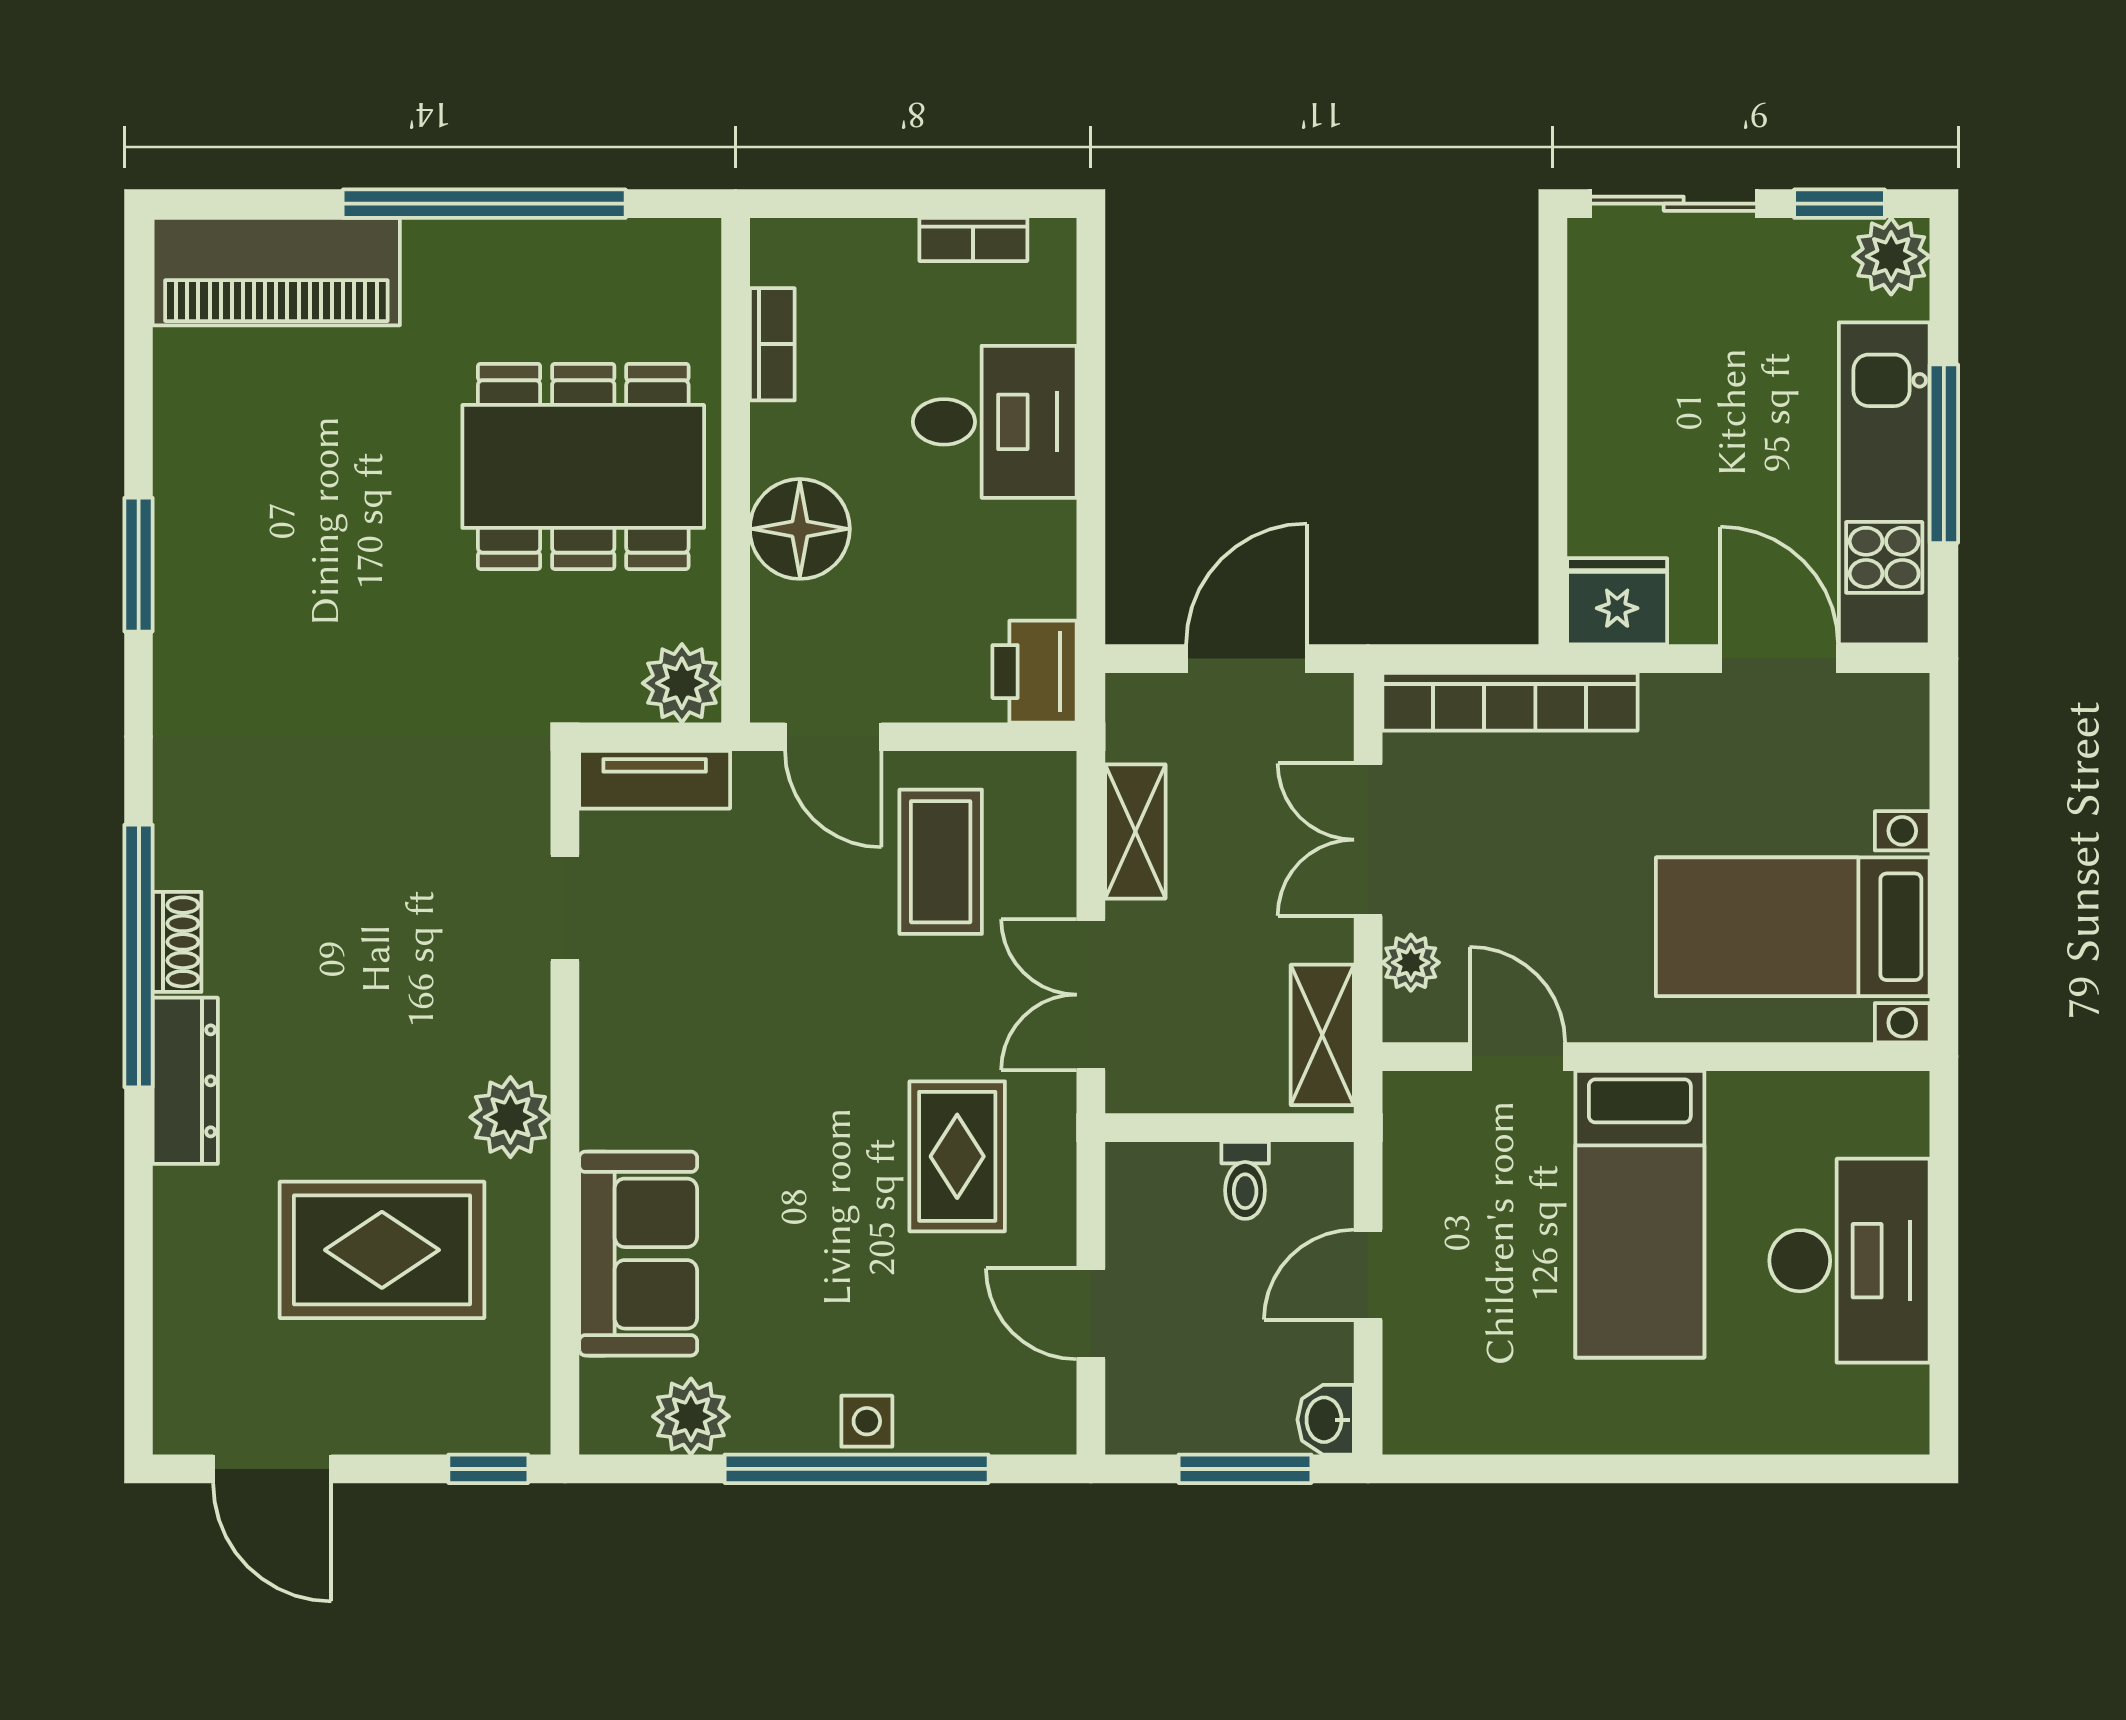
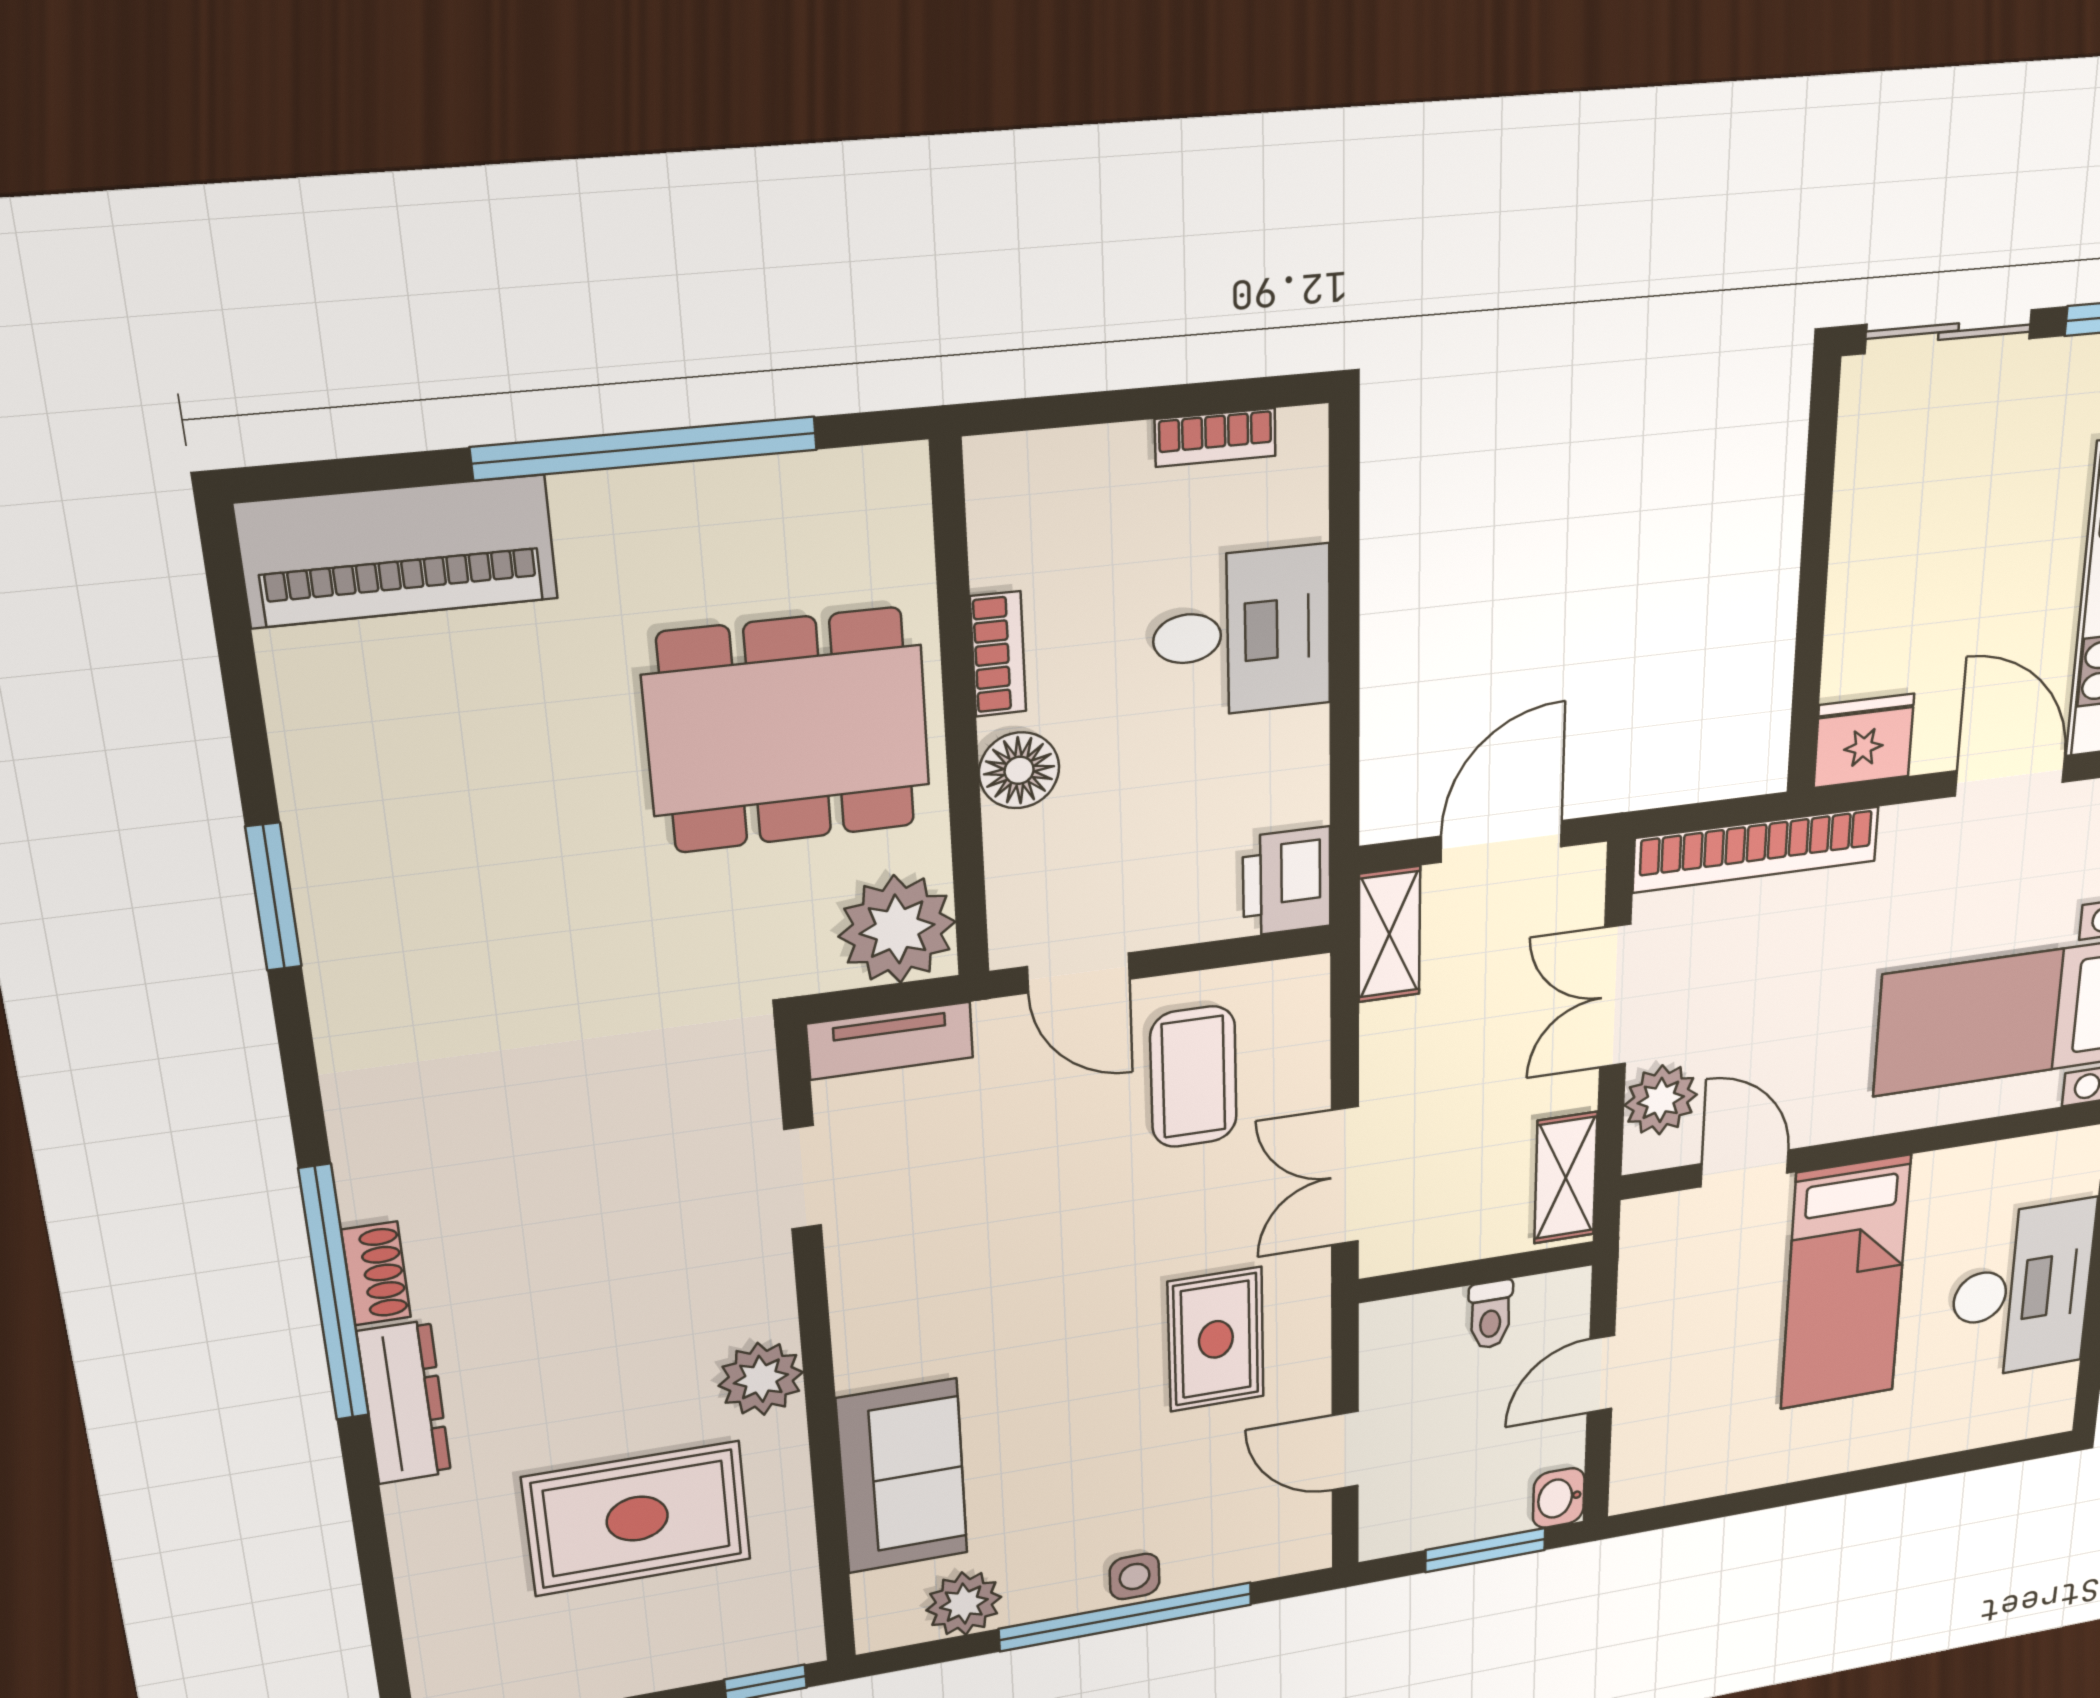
bookcase: (772, 344) -> (998, 654), moved
floor lamp: (800, 529) -> (1019, 770), width x0.73, depth x0.73
plant: (682, 683) -> (897, 929), width x1.36, depth x1.36
shelving: (1135, 831) -> (1389, 934), moved
plant: (1411, 963) -> (1661, 1100), width x1.38, depth x1.38

